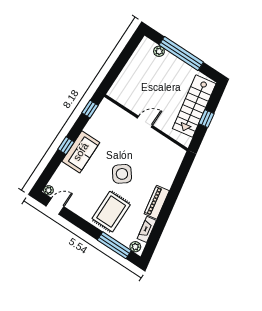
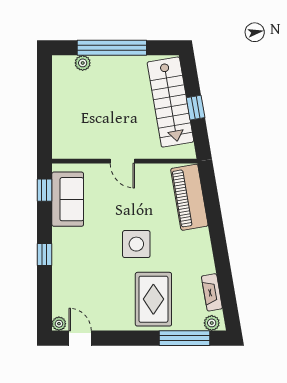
door: (145, 122) -> (122, 161), swing flipped
sofa: (81, 152) -> (68, 199), moved
side table: (122, 174) -> (136, 244), turned 37
piano: (157, 202) -> (189, 197), moved, width x1.37, depth x1.33
door: (55, 206) -> (80, 338), hinge flipped

